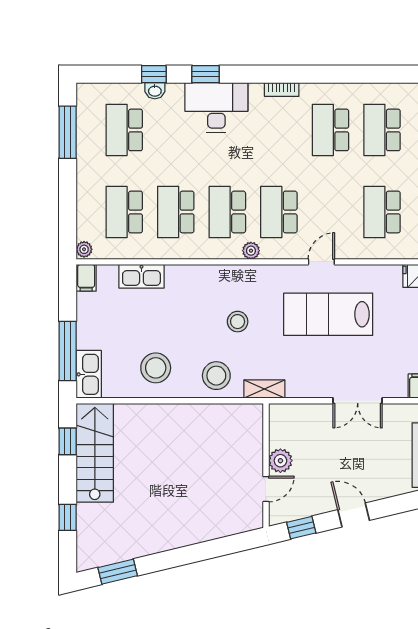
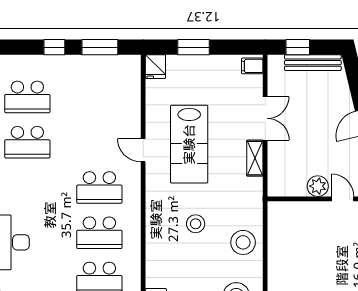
school desk: (382, 212) -> (99, 97), removed
plant: (251, 251) -> (133, 212), removed
shelving: (264, 389) -> (255, 158), moved

